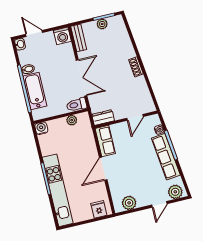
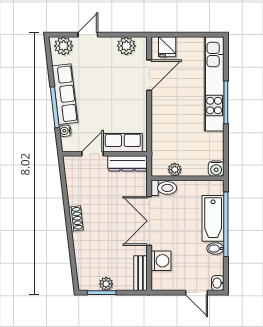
washing machine: (62, 36) -> (161, 261), moved, turned 90
dresser: (103, 117) -> (128, 163), width x1.44
row of seats: (105, 141) -> (123, 143), moved, turned 90
door: (103, 169) -> (149, 75), moved

